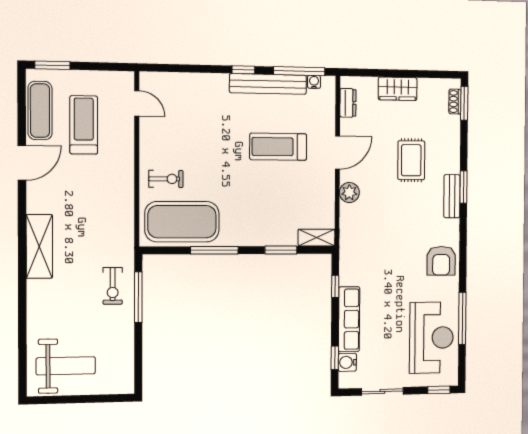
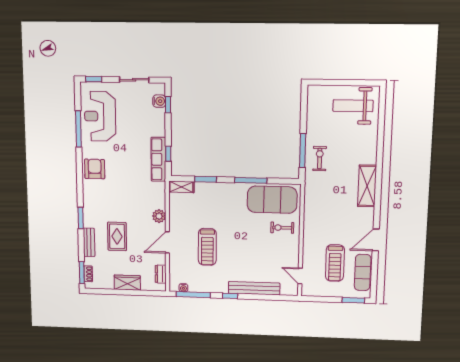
bench: (268, 84) -> (254, 288), moved
treadmill: (278, 147) -> (207, 247), turned 90
bench: (452, 196) -> (89, 242), moved
row of seats: (349, 319) -> (158, 159), moved

